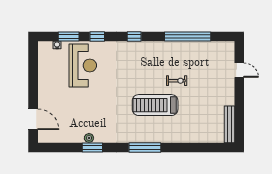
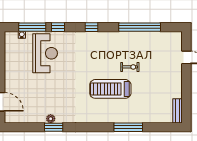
window: (69, 37) -> (32, 27), width x1.44
bench: (229, 124) -> (177, 111), width x0.73
window: (145, 147) -> (128, 127), moved

